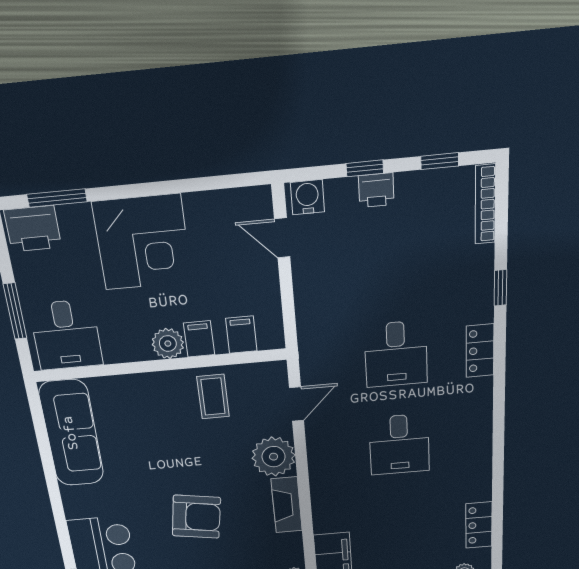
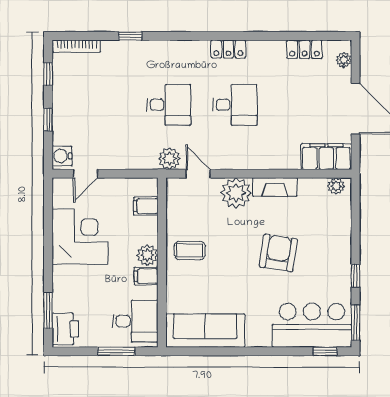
printer: (376, 190) -> (62, 113), removed
corner desk: (143, 242) -> (80, 236), moved
filing cabinet: (199, 339) -> (146, 276), moved
locker: (480, 351) -> (228, 49), moved
plant: (316, 362) -> (169, 159), added
coffee table: (213, 397) -> (190, 250), moved

